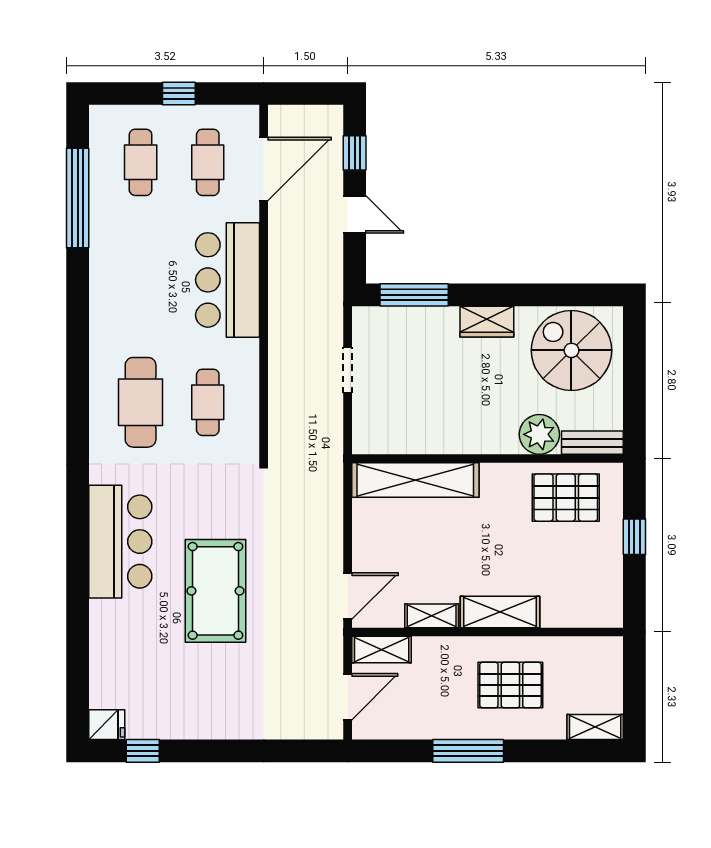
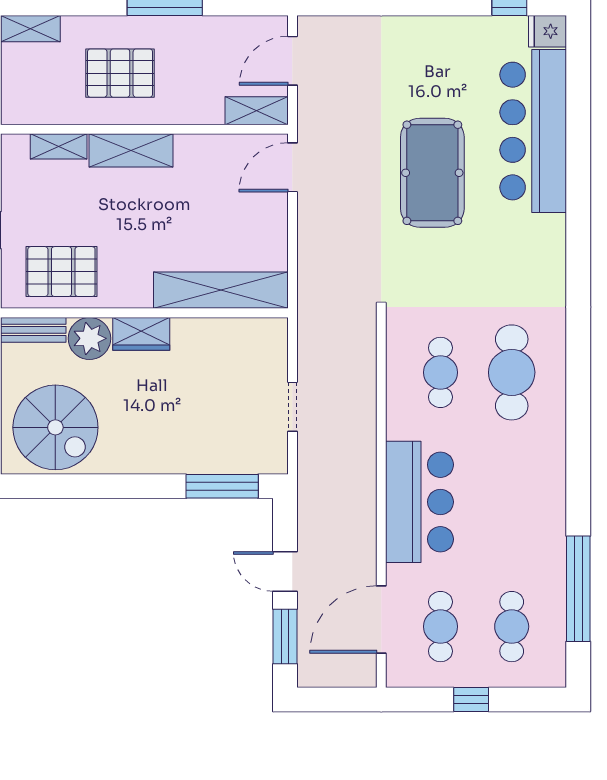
window: (355, 153) -> (285, 637), width x1.50
wardrobe: (487, 322) -> (141, 334), moved, turned 180
bar counter: (120, 542) -> (533, 131), moved, width x1.36
shelving: (432, 616) -> (59, 146), moved

